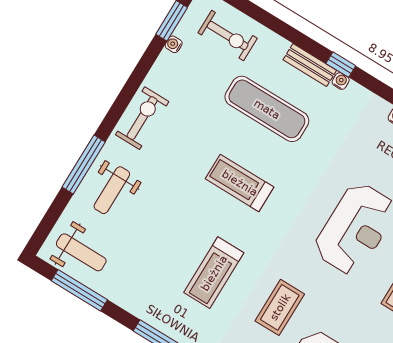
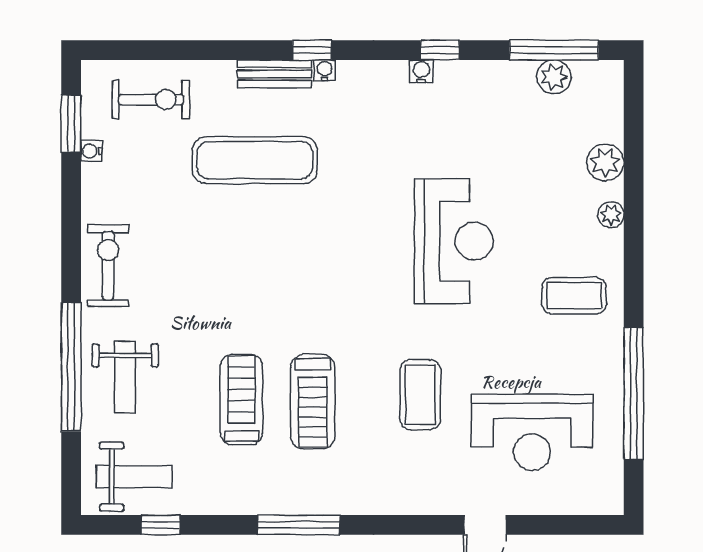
window: (84, 164) -> (71, 367), width x1.46
treadmill: (240, 183) -> (241, 400), moved, turned 90
window: (79, 290) -> (161, 525), width x0.46

